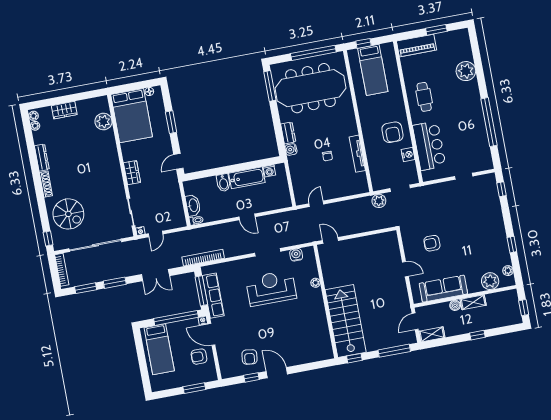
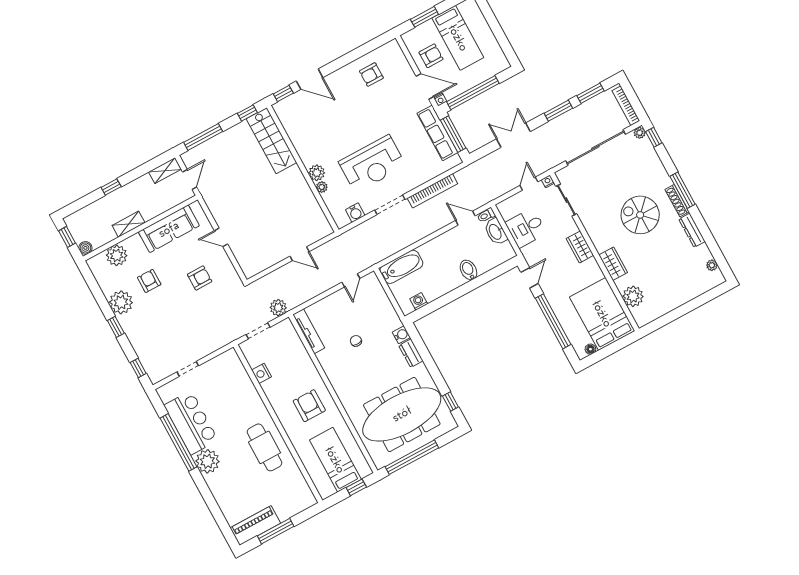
window: (436, 30) -> (276, 531), width x1.44
piano: (417, 46) -> (255, 526), moved
plant: (466, 71) -> (208, 461), moved
window: (270, 86) -> (450, 402), width x0.46
cafe table: (424, 97) -> (265, 447), width x1.37, depth x1.35
wardrobe: (64, 110) -> (613, 264), moved, turned 90
plant: (34, 116) -> (640, 133), moved
window: (171, 122) -> (553, 321), width x2.11
armchair: (392, 132) -> (309, 406), moved
bar counter: (429, 146) -> (191, 423), moved, turned 180
tv unit: (357, 154) -> (309, 331), moved
bathtub: (247, 178) -> (401, 267), moved, turned 180
window: (39, 191) -> (683, 190), added
desk: (169, 201) -> (526, 228), added
spiral stairs: (68, 214) -> (640, 215), moved
door: (247, 217) -> (465, 218), moved
door: (331, 240) -> (299, 254), moved
window: (512, 245) -> (116, 327), moved
armchair: (471, 253) -> (149, 281), added
bookcase: (203, 258) -> (432, 191), moved
plant: (508, 271) -> (121, 302), moved, width x1.88, depth x1.88
plant: (316, 295) -> (317, 173), added
boiler: (455, 305) -> (85, 248), moved
stairs: (346, 321) -> (272, 141), width x0.73, depth x0.66
bed: (159, 349) -> (458, 38), moved, turned 180
armchair: (249, 357) -> (371, 74), turned -97
door: (277, 373) -> (310, 79), moved
window: (251, 377) -> (283, 93), moved

